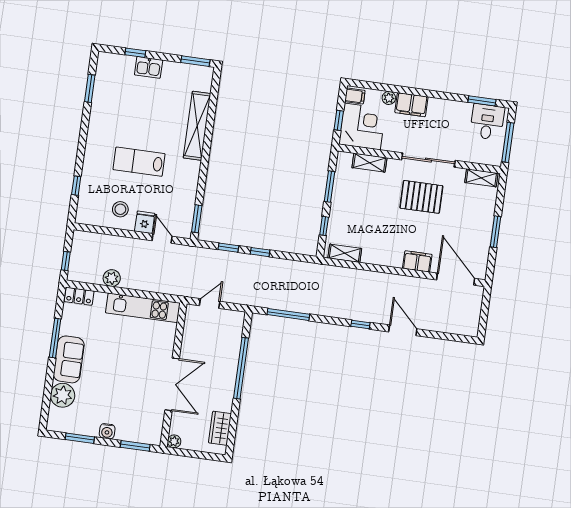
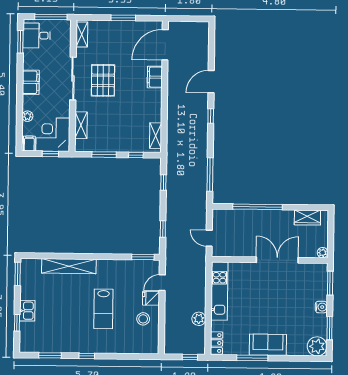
filing cabinet: (411, 105) -> (31, 82), moved
window: (76, 186) -> (87, 356), moved
window: (260, 252) -> (163, 182), moved
plant: (63, 395) -> (317, 346), moved

